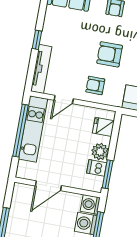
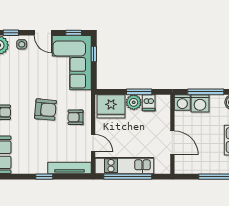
armchair: (110, 54) -> (45, 110), turned -85
armchair: (95, 85) -> (76, 117), turned 90
fridge: (103, 127) -> (111, 106), width x1.88, depth x1.34
window: (108, 174) -> (139, 92), moved

